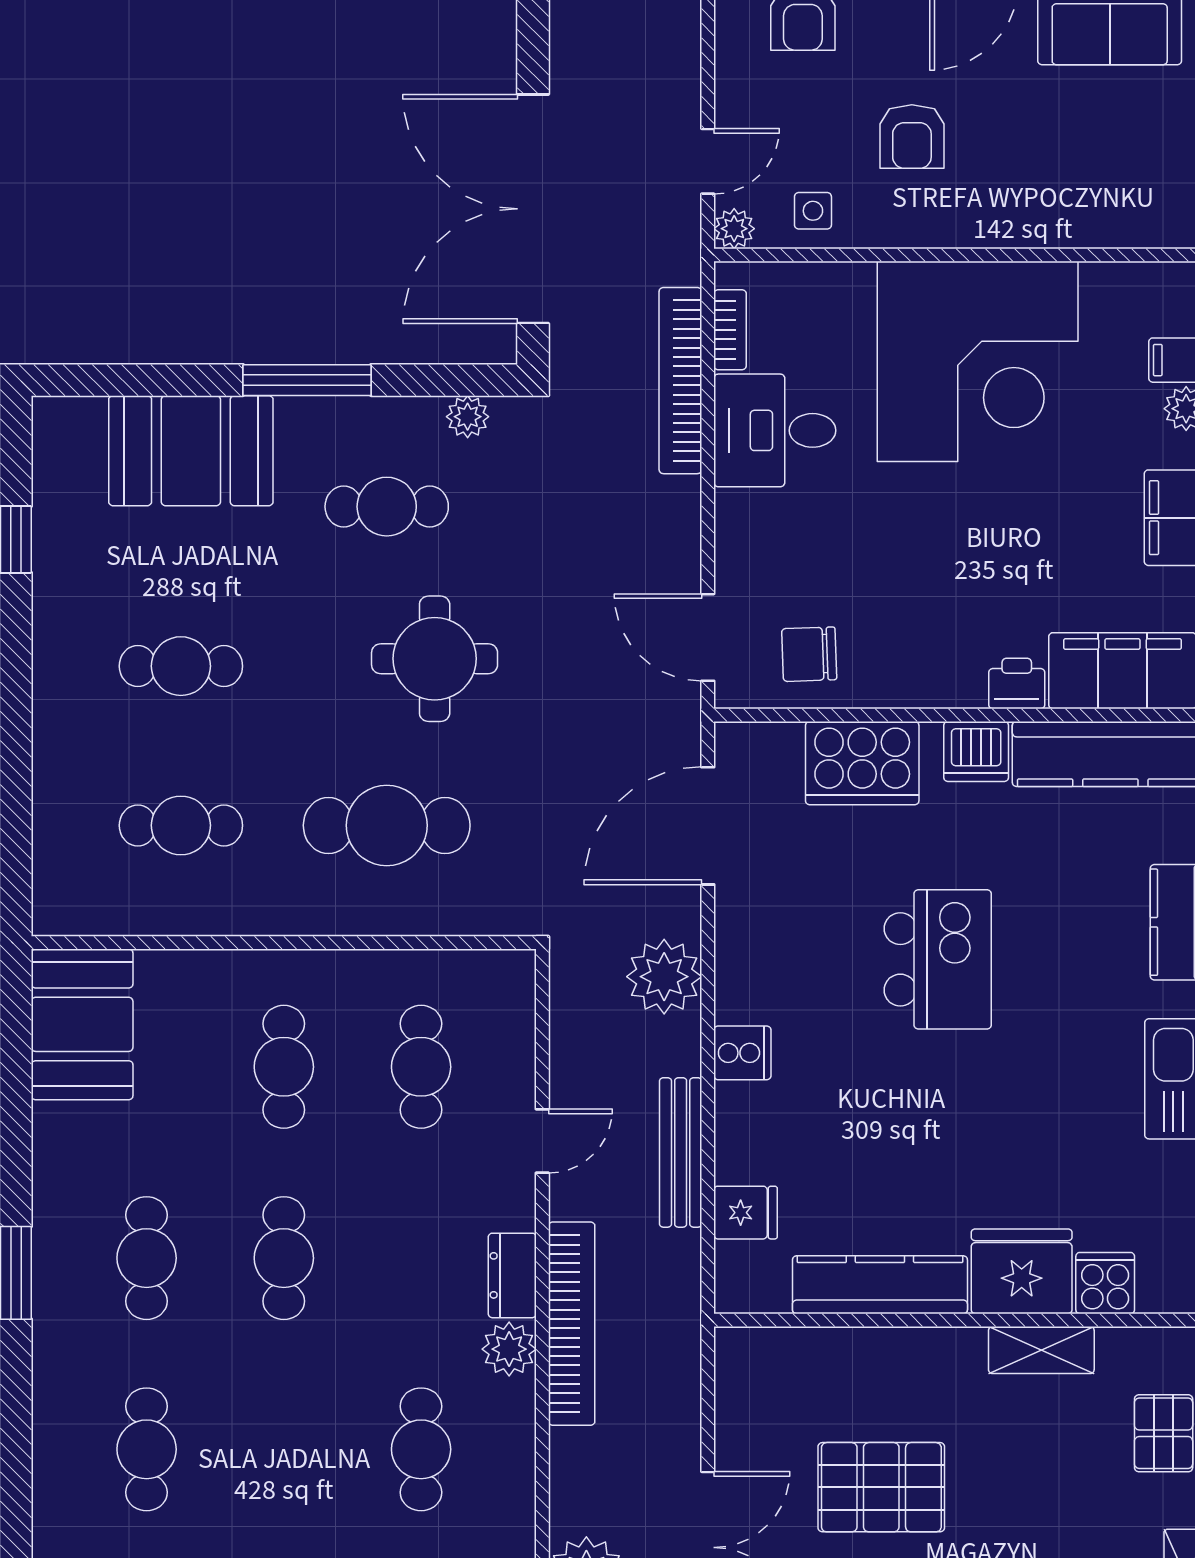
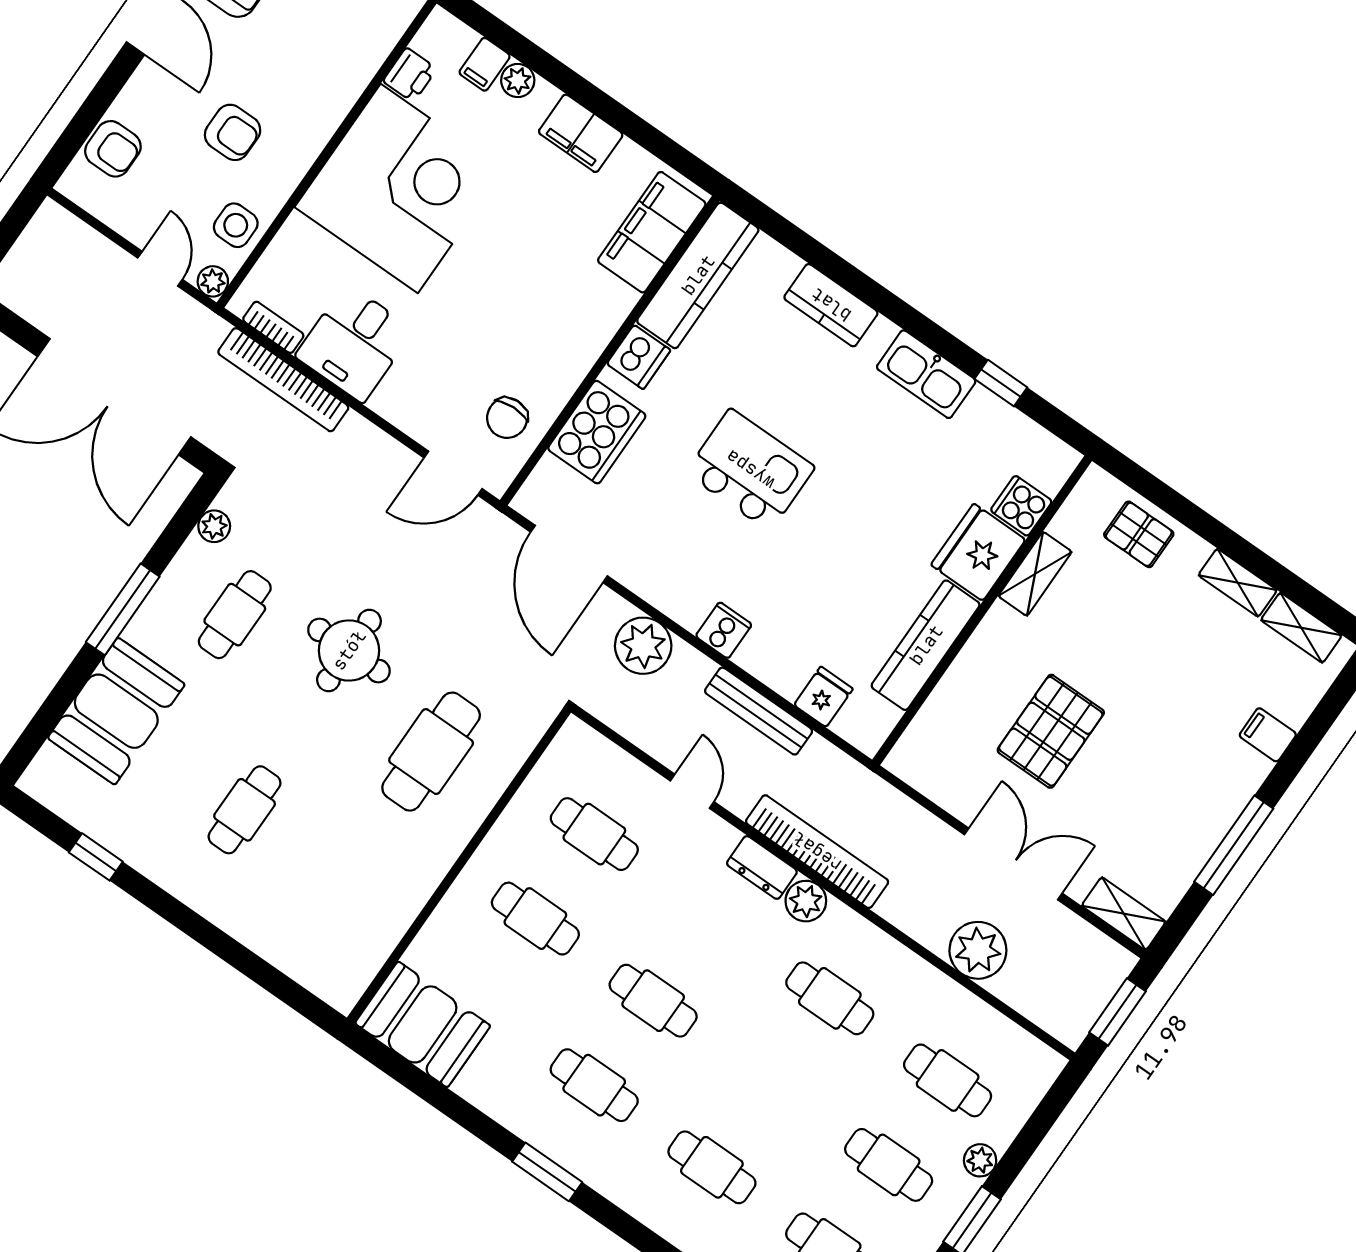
side table: (813, 211) -> (236, 225), width x1.37, depth x1.37
printer: (1017, 684) -> (410, 75), moved, turned 180
cafe table: (181, 825) -> (343, 878), removed

